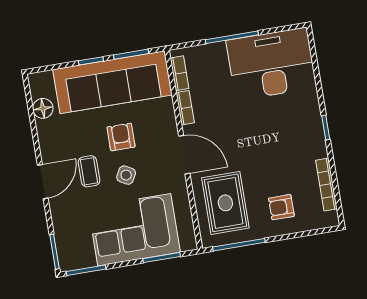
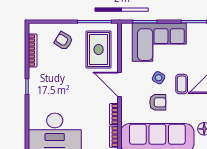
armchair: (121, 137) -> (158, 102), turned -90
armchair: (281, 207) -> (64, 41), turned -148

